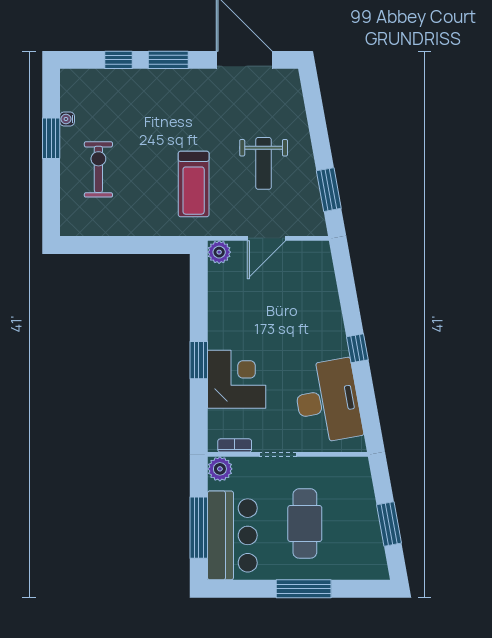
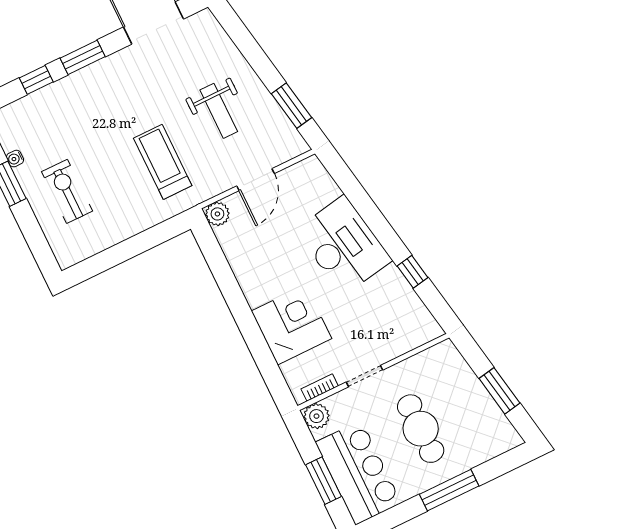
treadmill: (194, 184) -> (163, 162), turned 180
window: (357, 348) -> (413, 272), moved
window: (199, 360) -> (247, 324), removed
desk: (328, 401) -> (344, 245), moved
window: (199, 528) -> (323, 481), width x0.69

